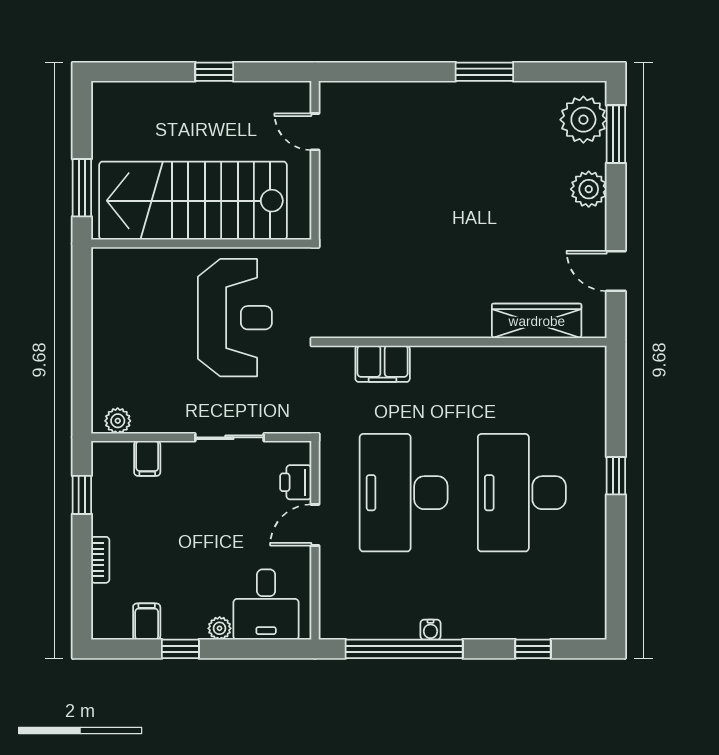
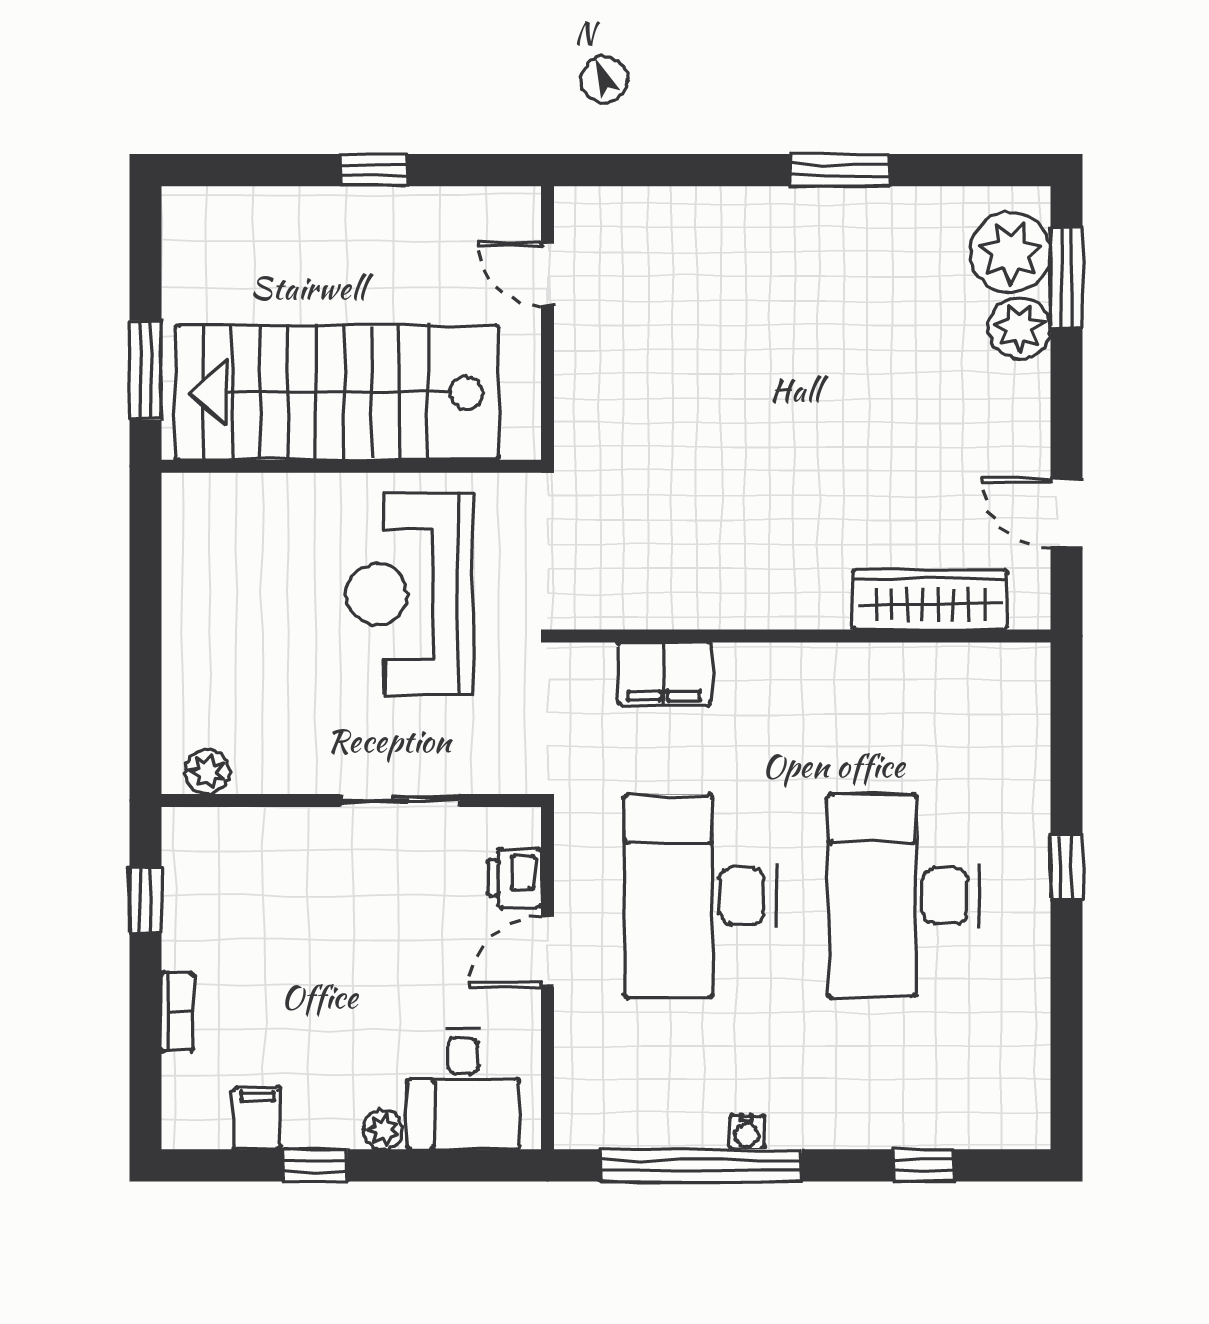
plant: (589, 189) -> (1020, 328), moved
reception desk: (235, 318) -> (409, 594), turned 180
filing cabinet: (147, 458) -> (258, 837), removed

